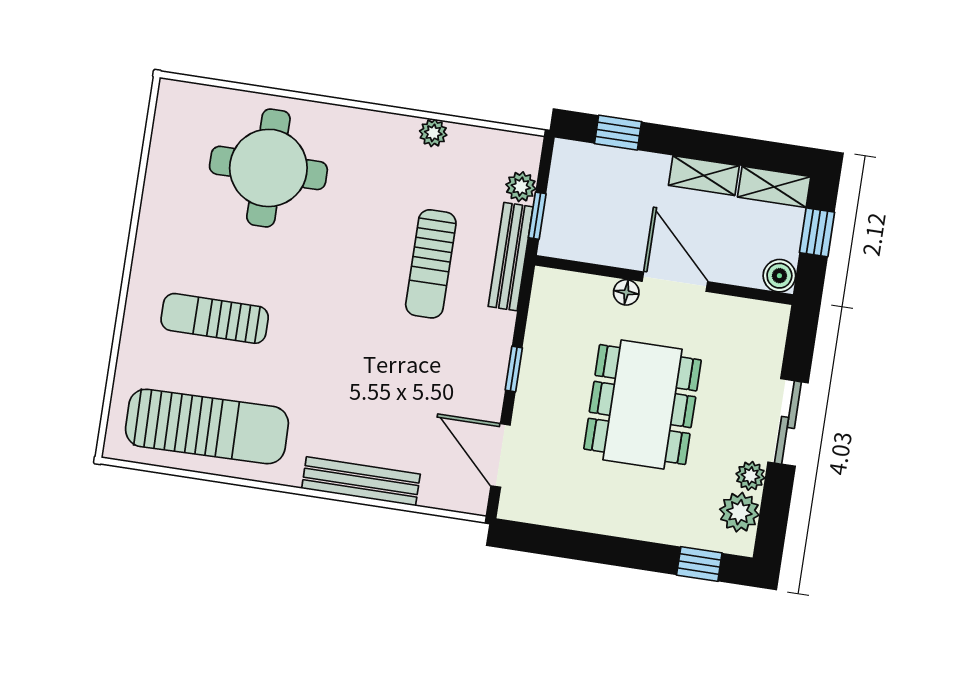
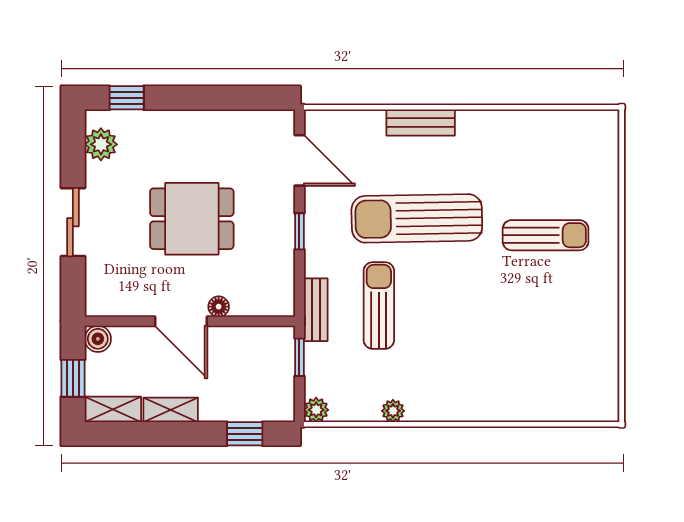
round table: (268, 168) -> (521, 362), removed
plant: (521, 187) -> (316, 410), moved
bench: (511, 257) -> (316, 310), width x0.73
dining table: (643, 405) -> (192, 219), width x0.73
sun lounger: (207, 426) -> (417, 218), moved
plant: (750, 476) -> (97, 175), removed
bench: (361, 481) -> (421, 123), width x0.73

